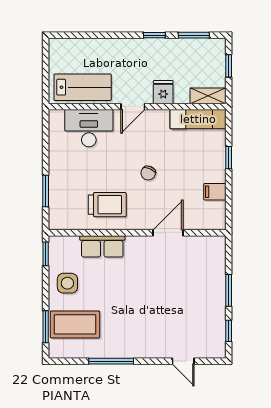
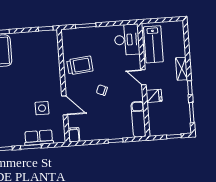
shelving: (208, 96) -> (182, 69), moved
desk: (89, 128) -> (127, 40), moved
filing cabinet: (215, 192) -> (74, 135), moved
trolley: (107, 205) -> (80, 65), turned -96
row of seats: (102, 246) -> (39, 138), moved, turned 90
side table: (67, 283) -> (42, 108), moved

